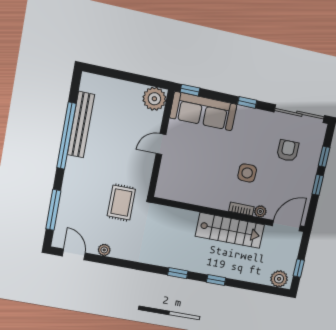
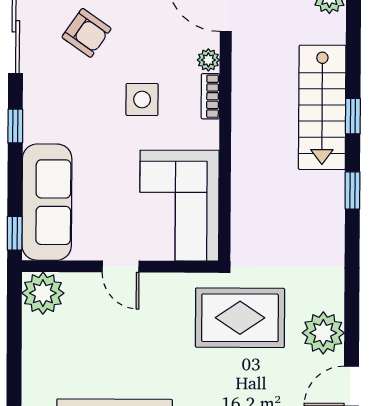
armchair: (288, 151) -> (87, 33), turned -145
corner sofa: (187, 182) -> (179, 206), added
rug: (121, 203) -> (240, 318), width x1.36, depth x1.43
stairs: (230, 230) -> (322, 107), moved, turned 180
plant: (104, 250) -> (323, 333), width x1.87, depth x1.87

